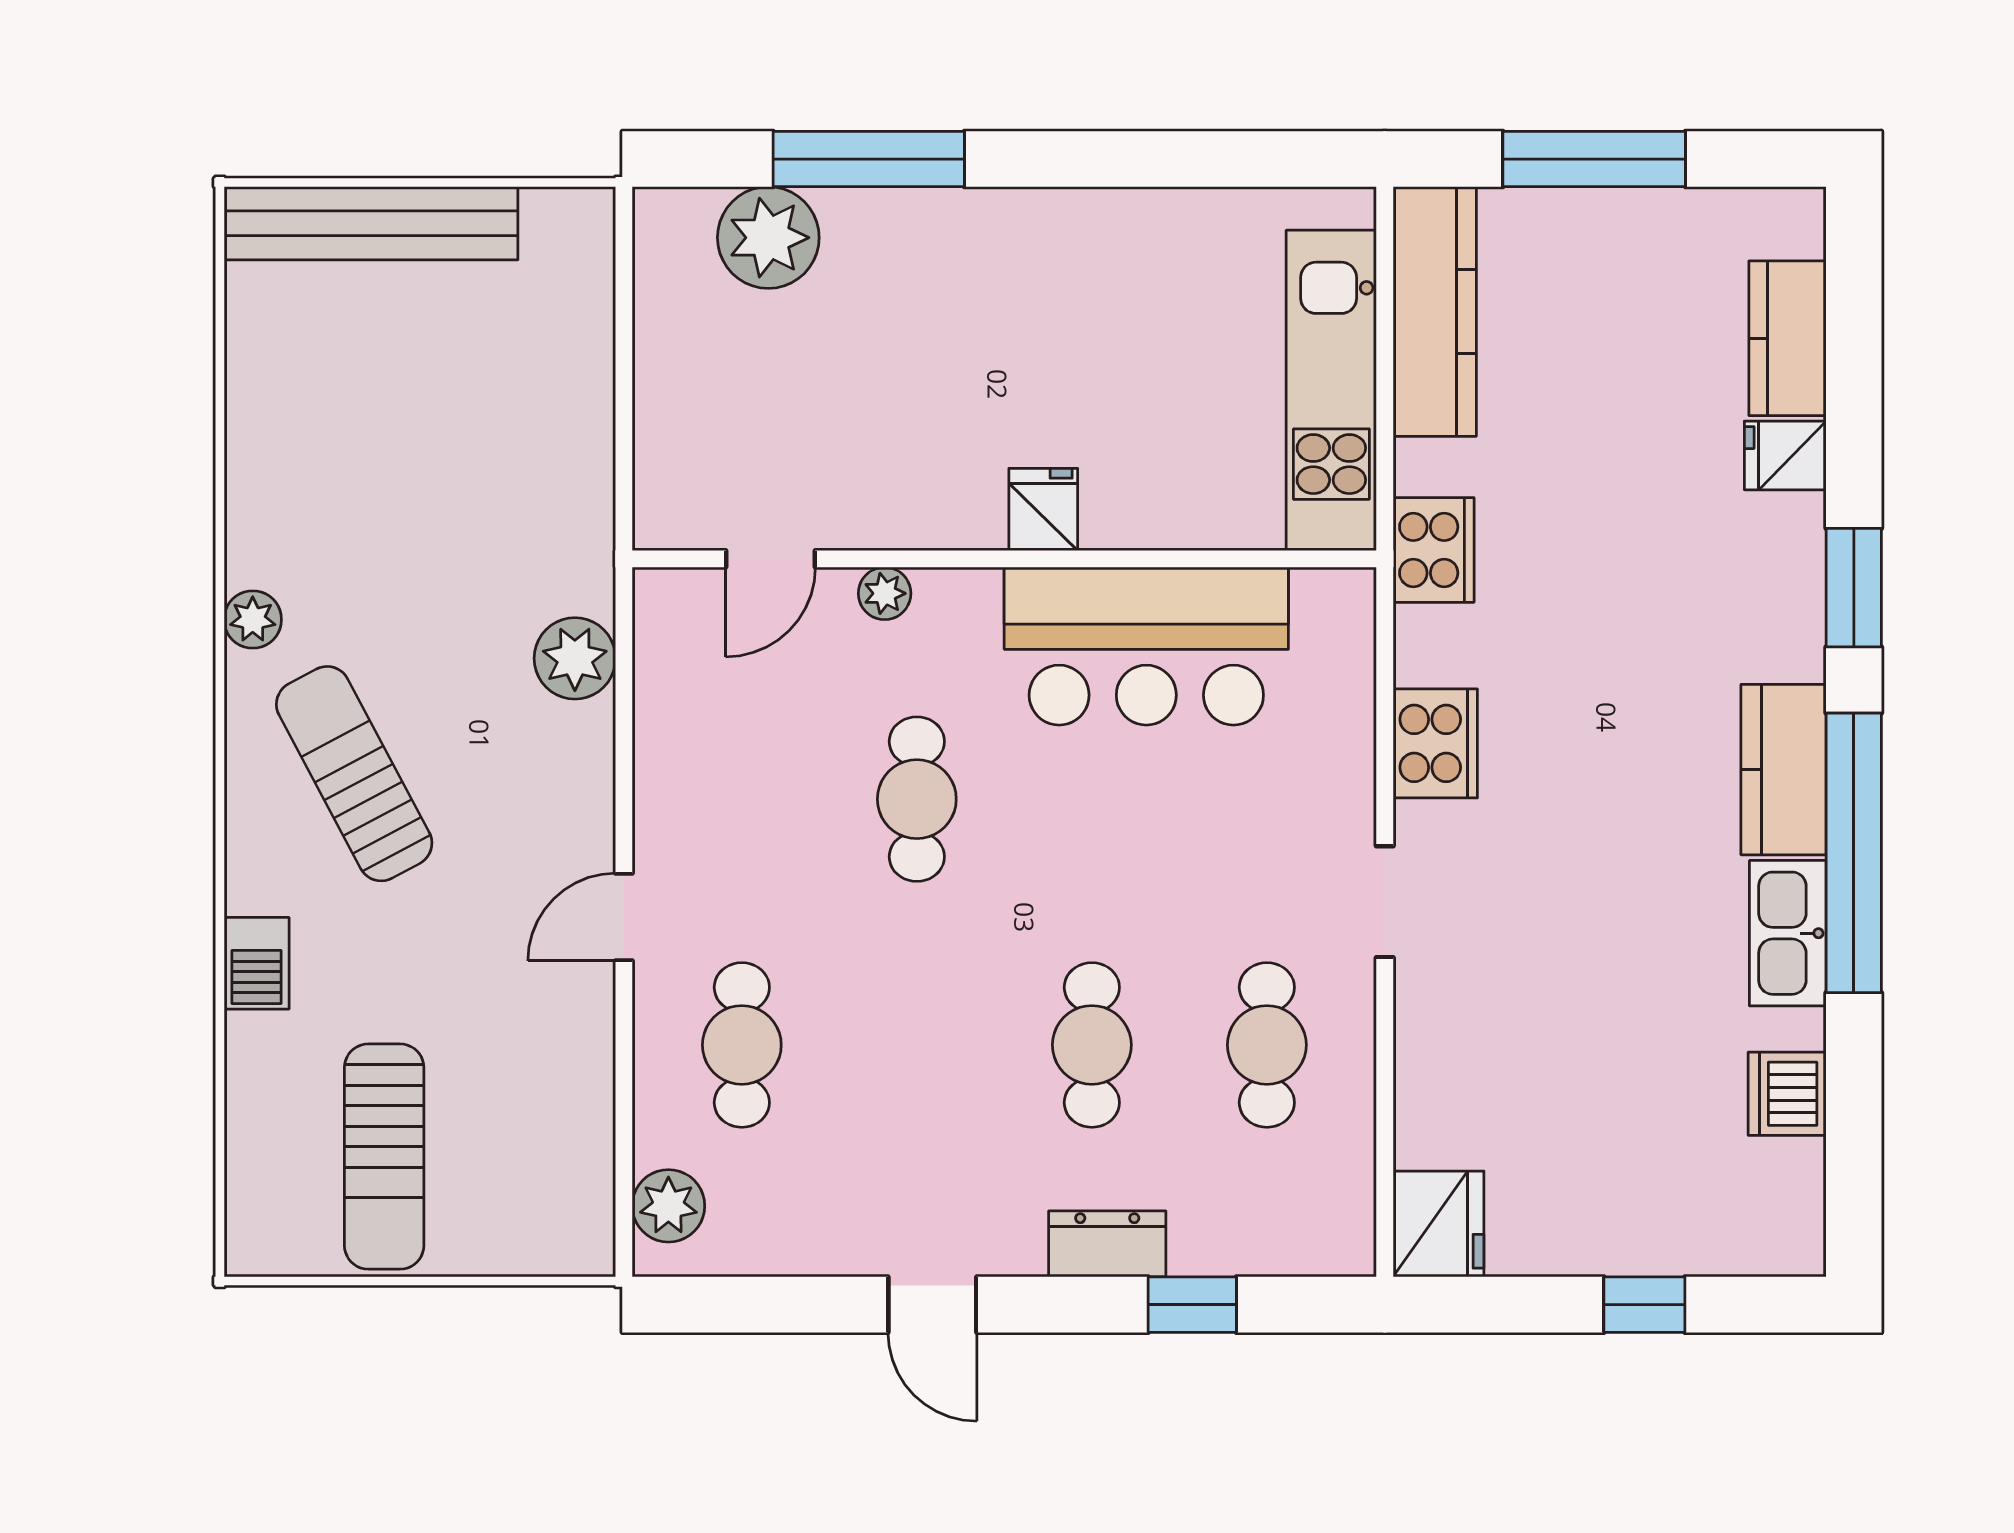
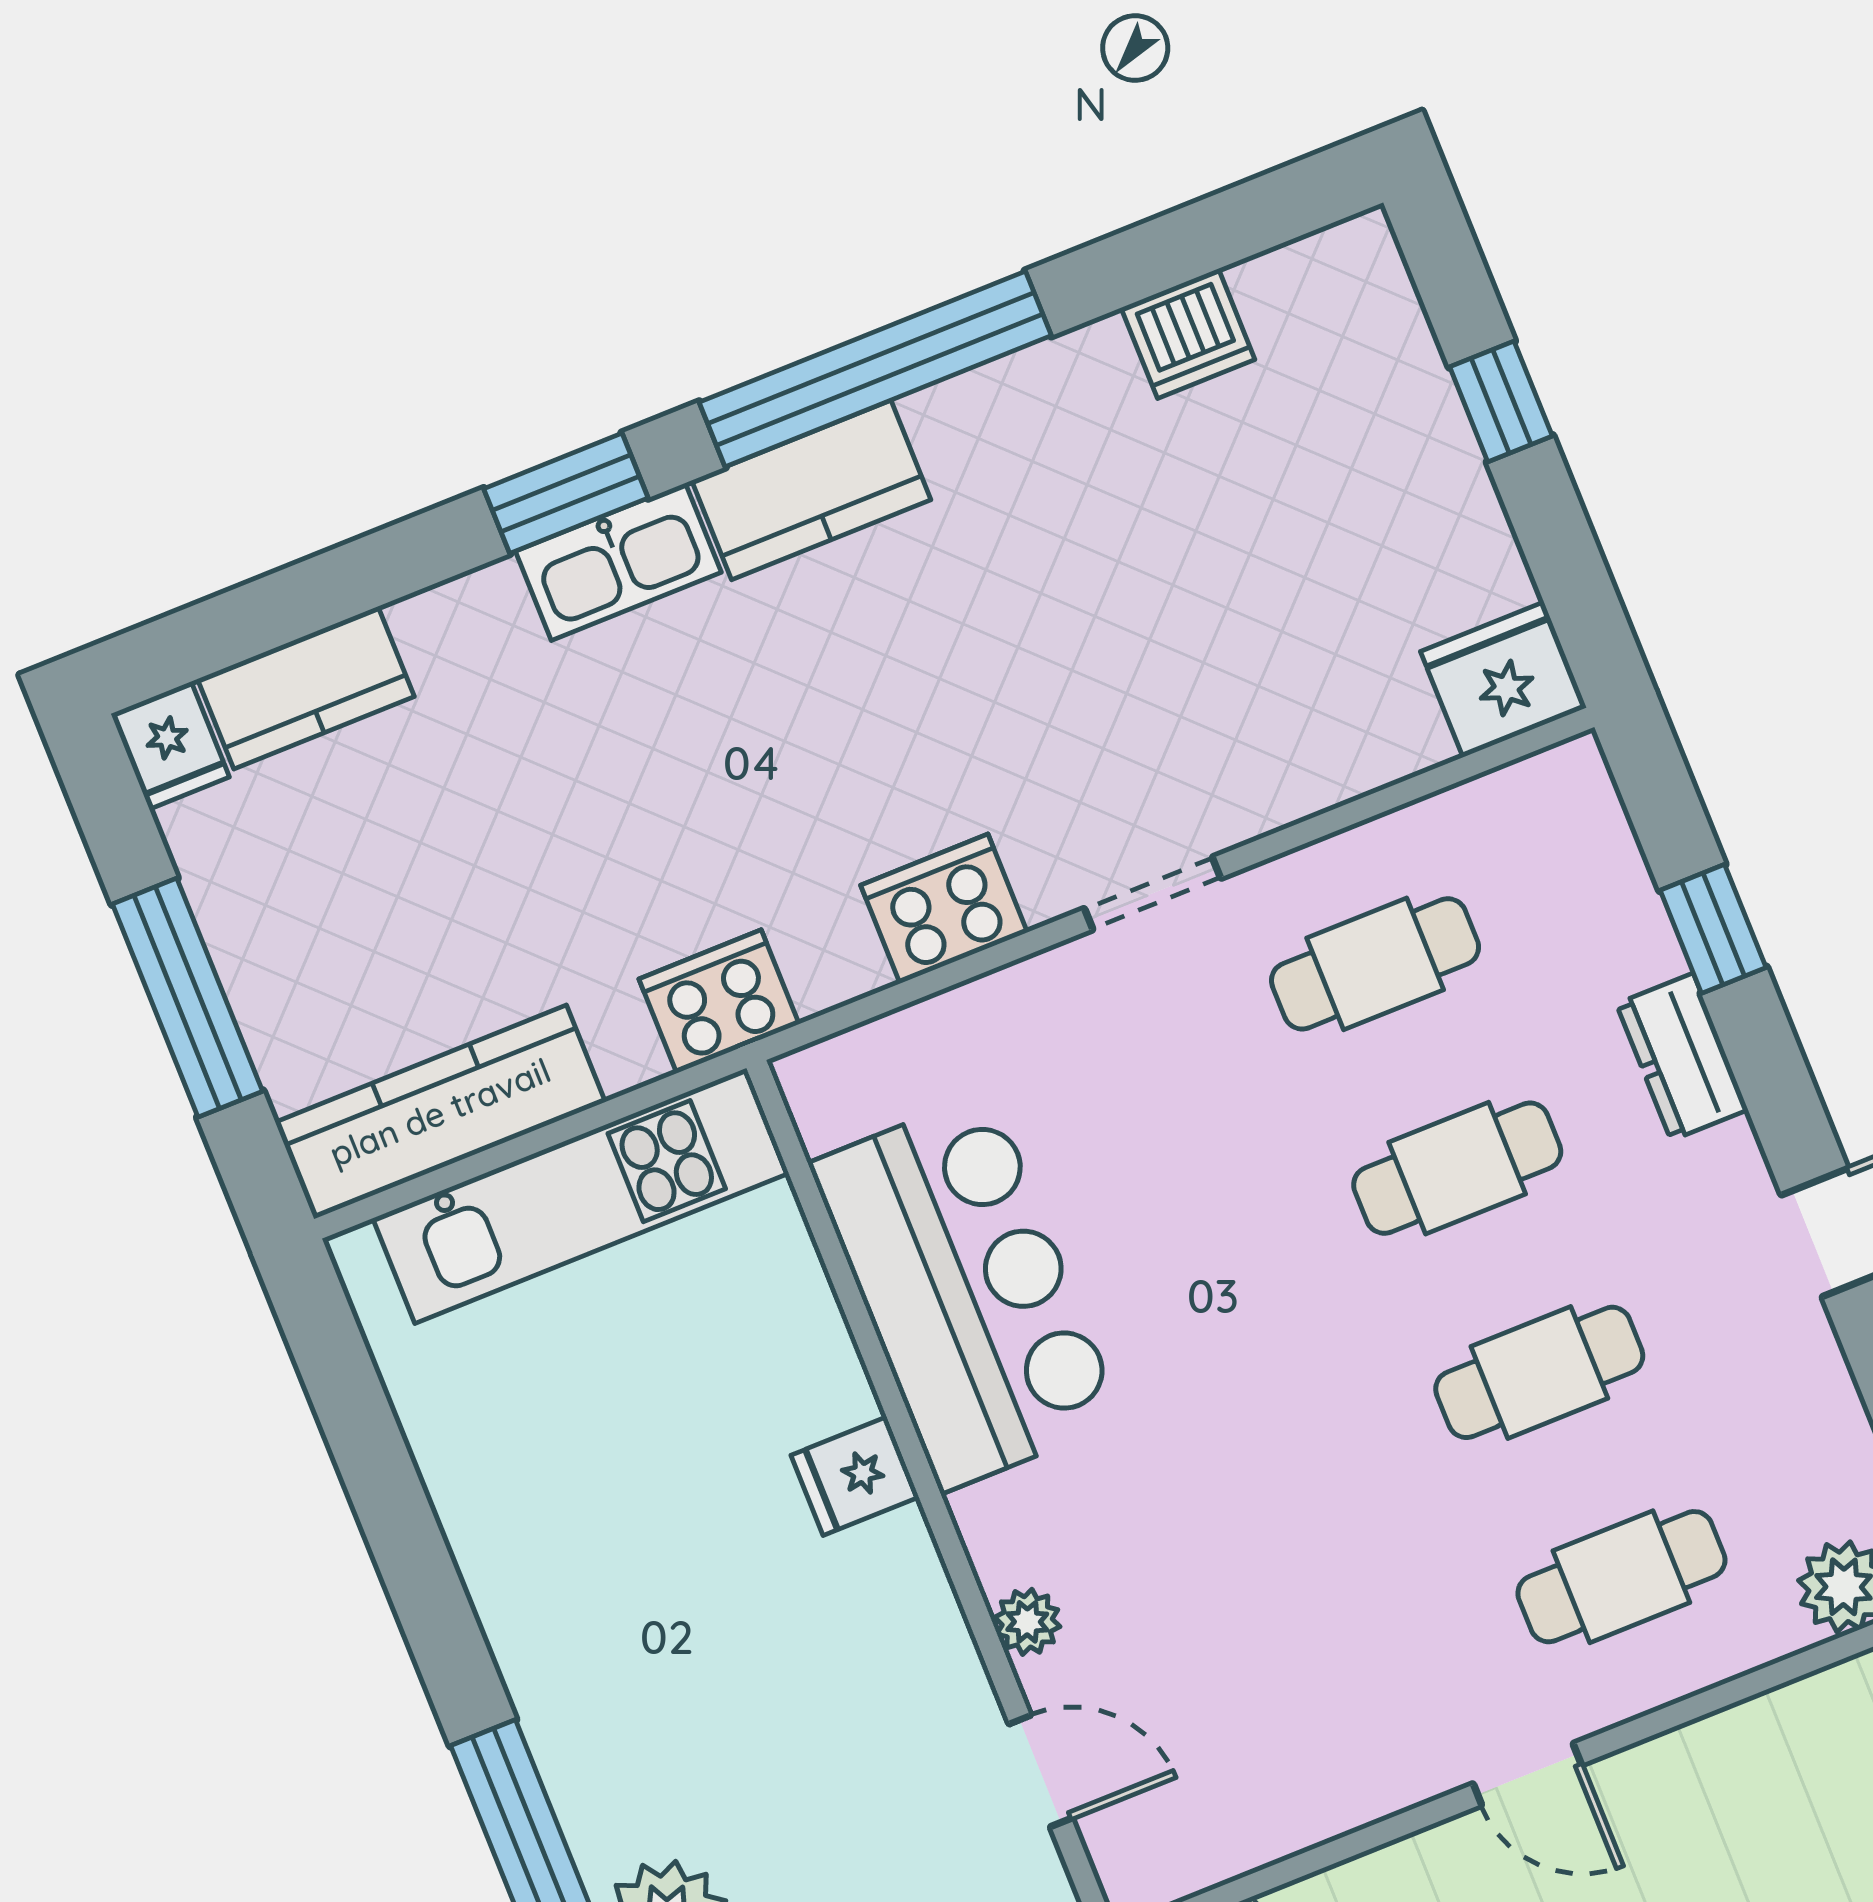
fridge: (1785, 455) -> (170, 745), moved
cafe table: (917, 799) -> (1539, 1372), moved
kitchen sink: (1788, 933) -> (618, 562), moved

